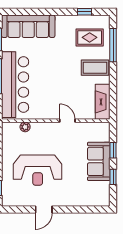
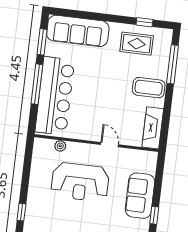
rug: (90, 37) -> (137, 44), moved
window: (113, 150) -> (158, 185), removed
reception desk: (38, 170) -> (80, 182), moved

